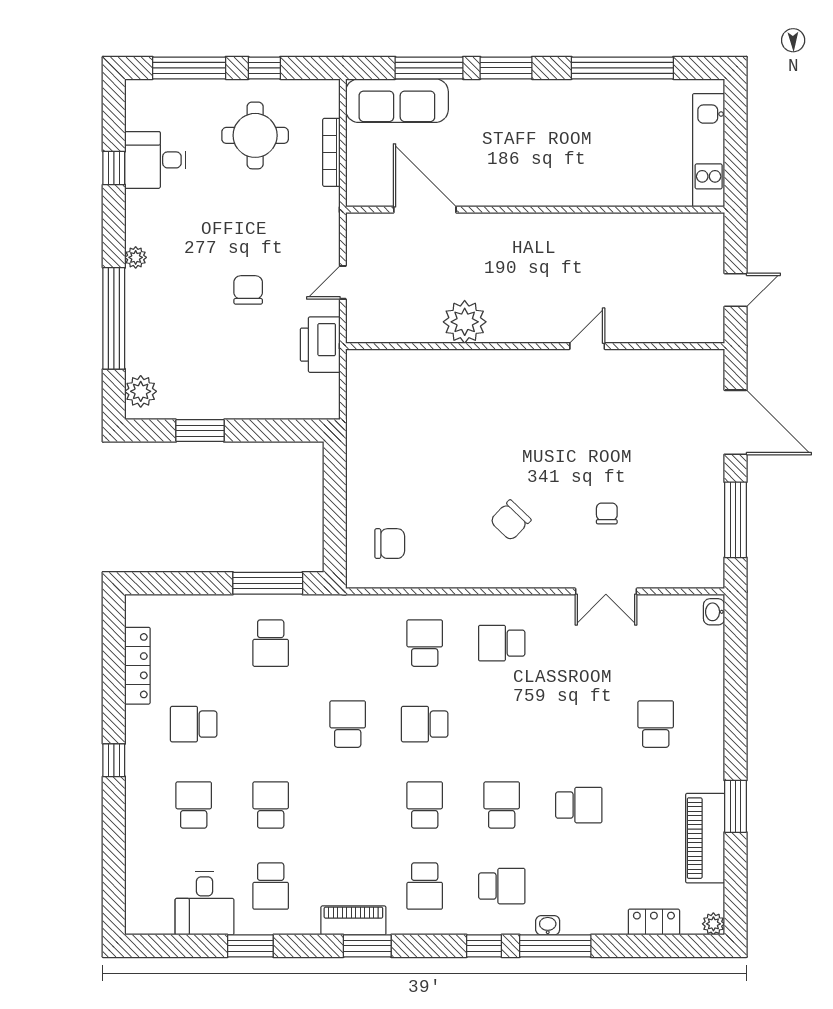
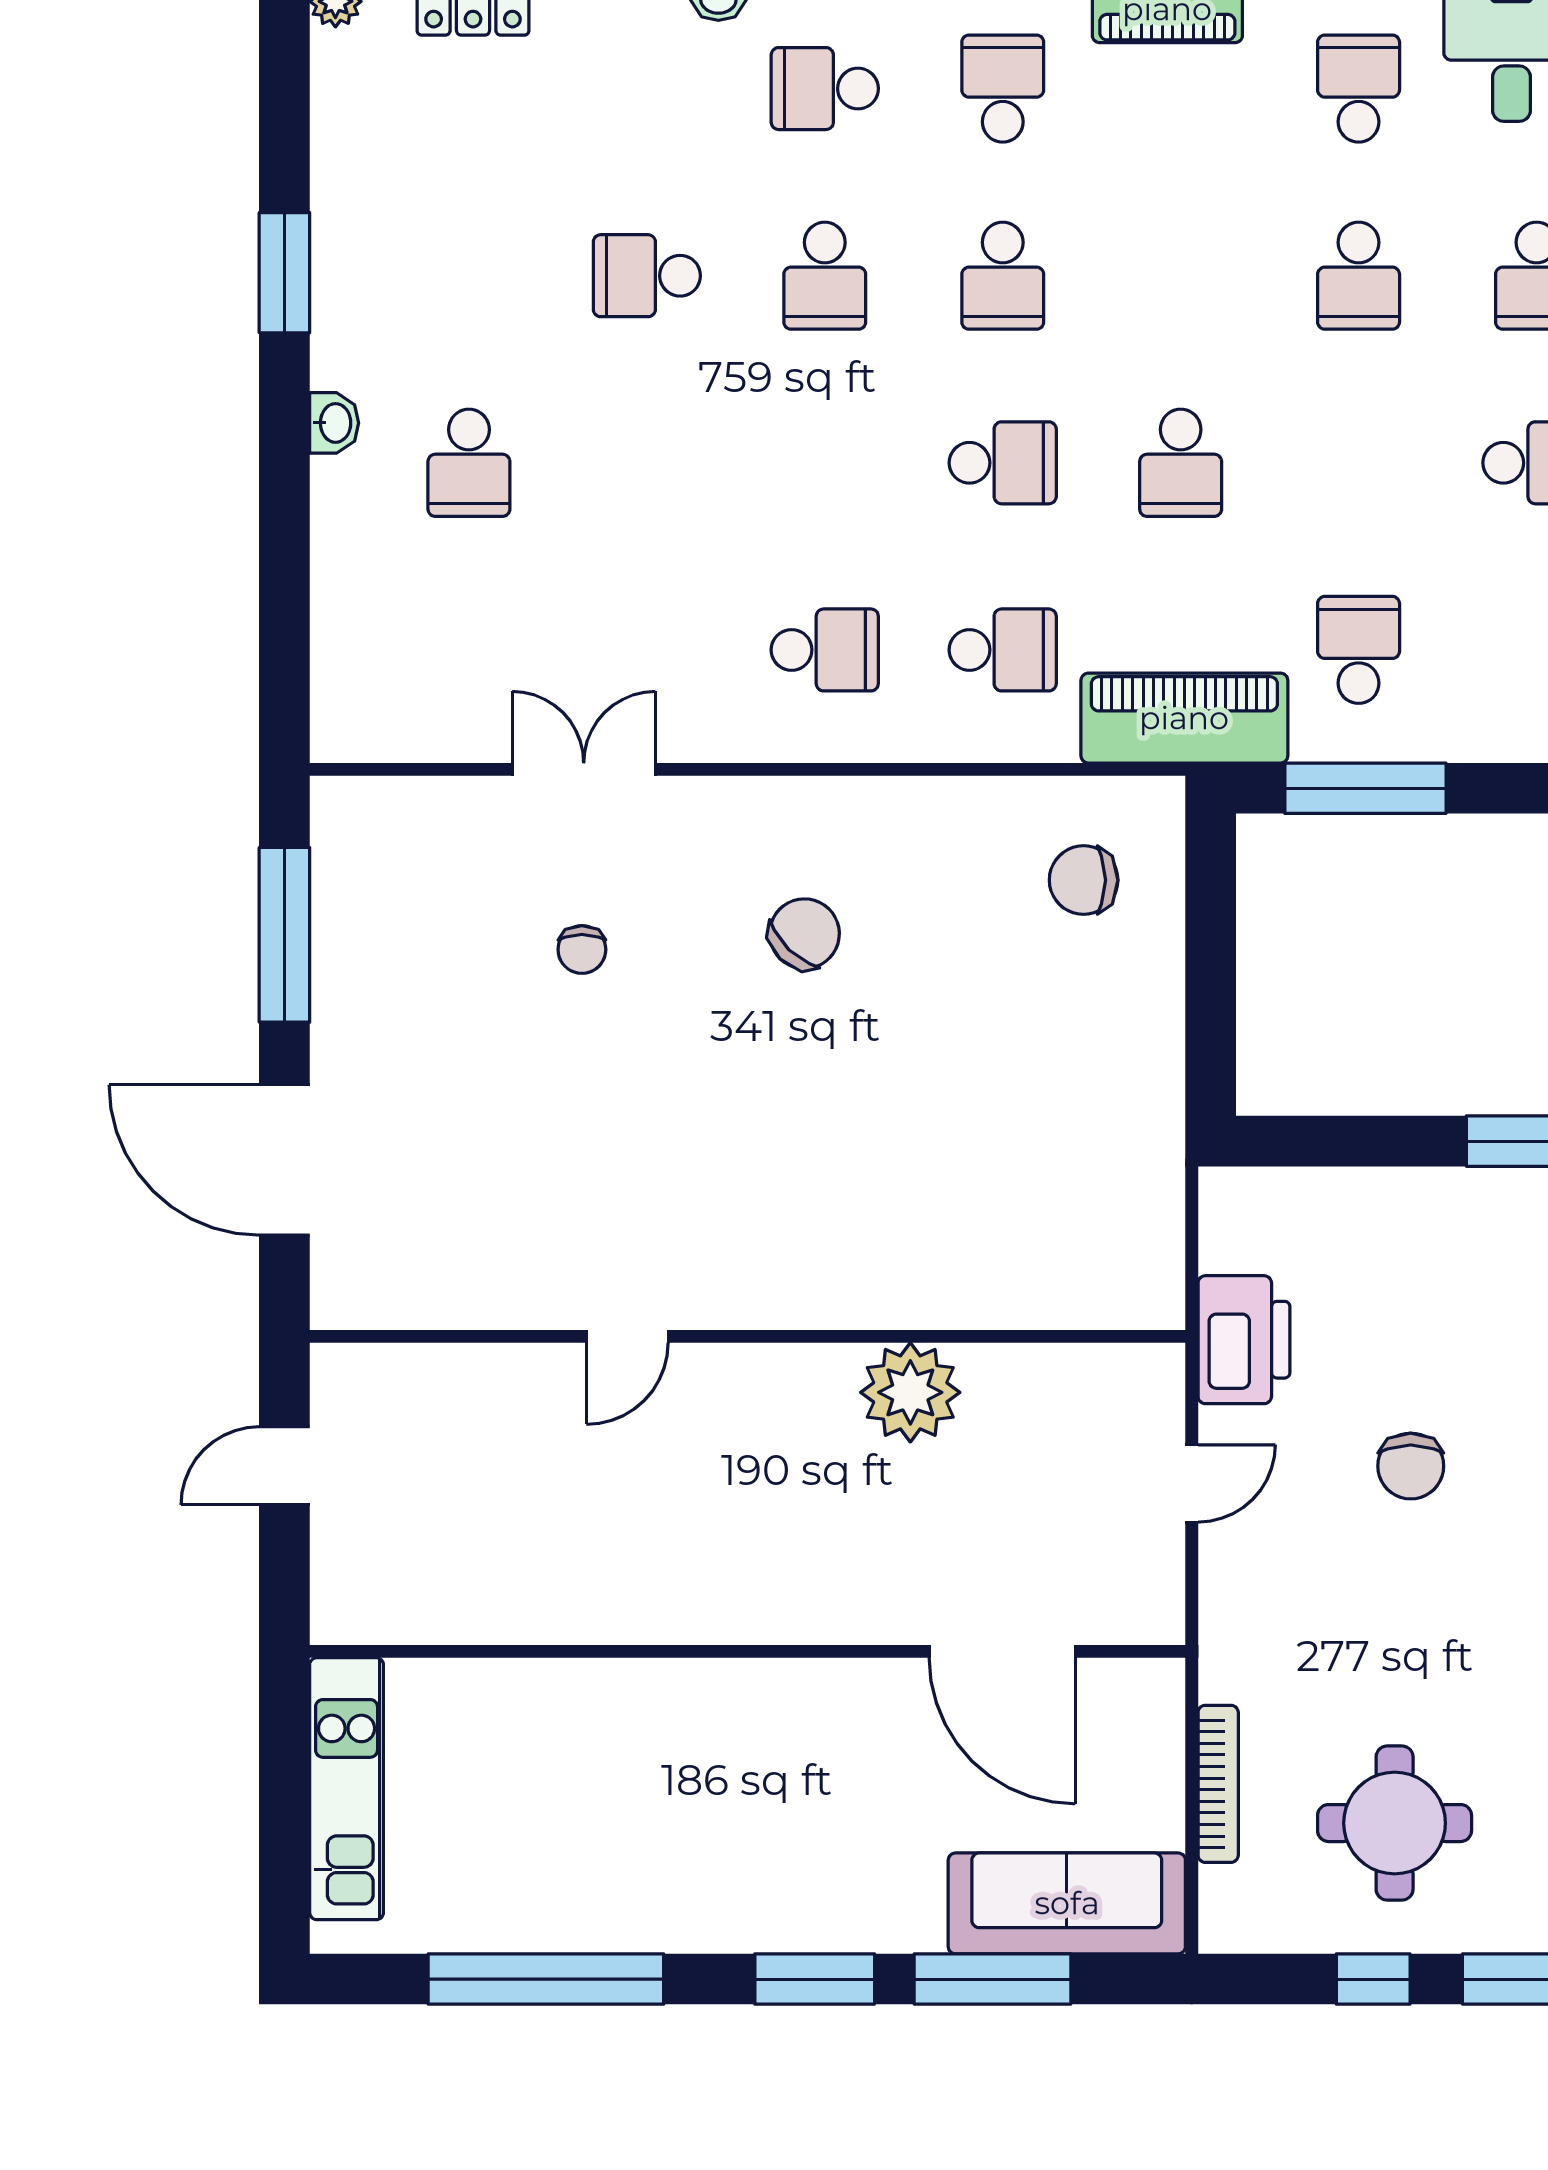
washbasin: (714, 612) -> (334, 423), moved
school desk: (425, 643) -> (1003, 650), turned -90
piano: (705, 838) -> (1184, 718), moved, turned -90

